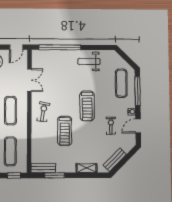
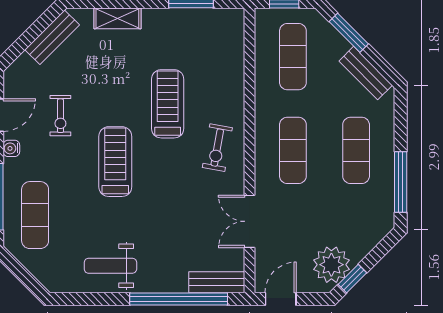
weight bench: (89, 62) -> (110, 266), turned 180
bench: (43, 168) -> (217, 282), moved

